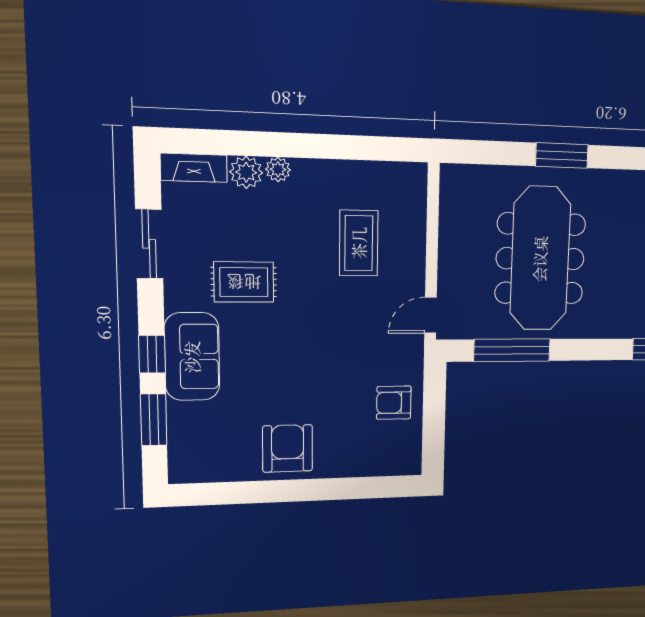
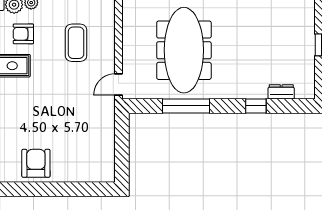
window: (512, 350) -> (186, 106), moved
armchair: (394, 403) -> (23, 34), moved

